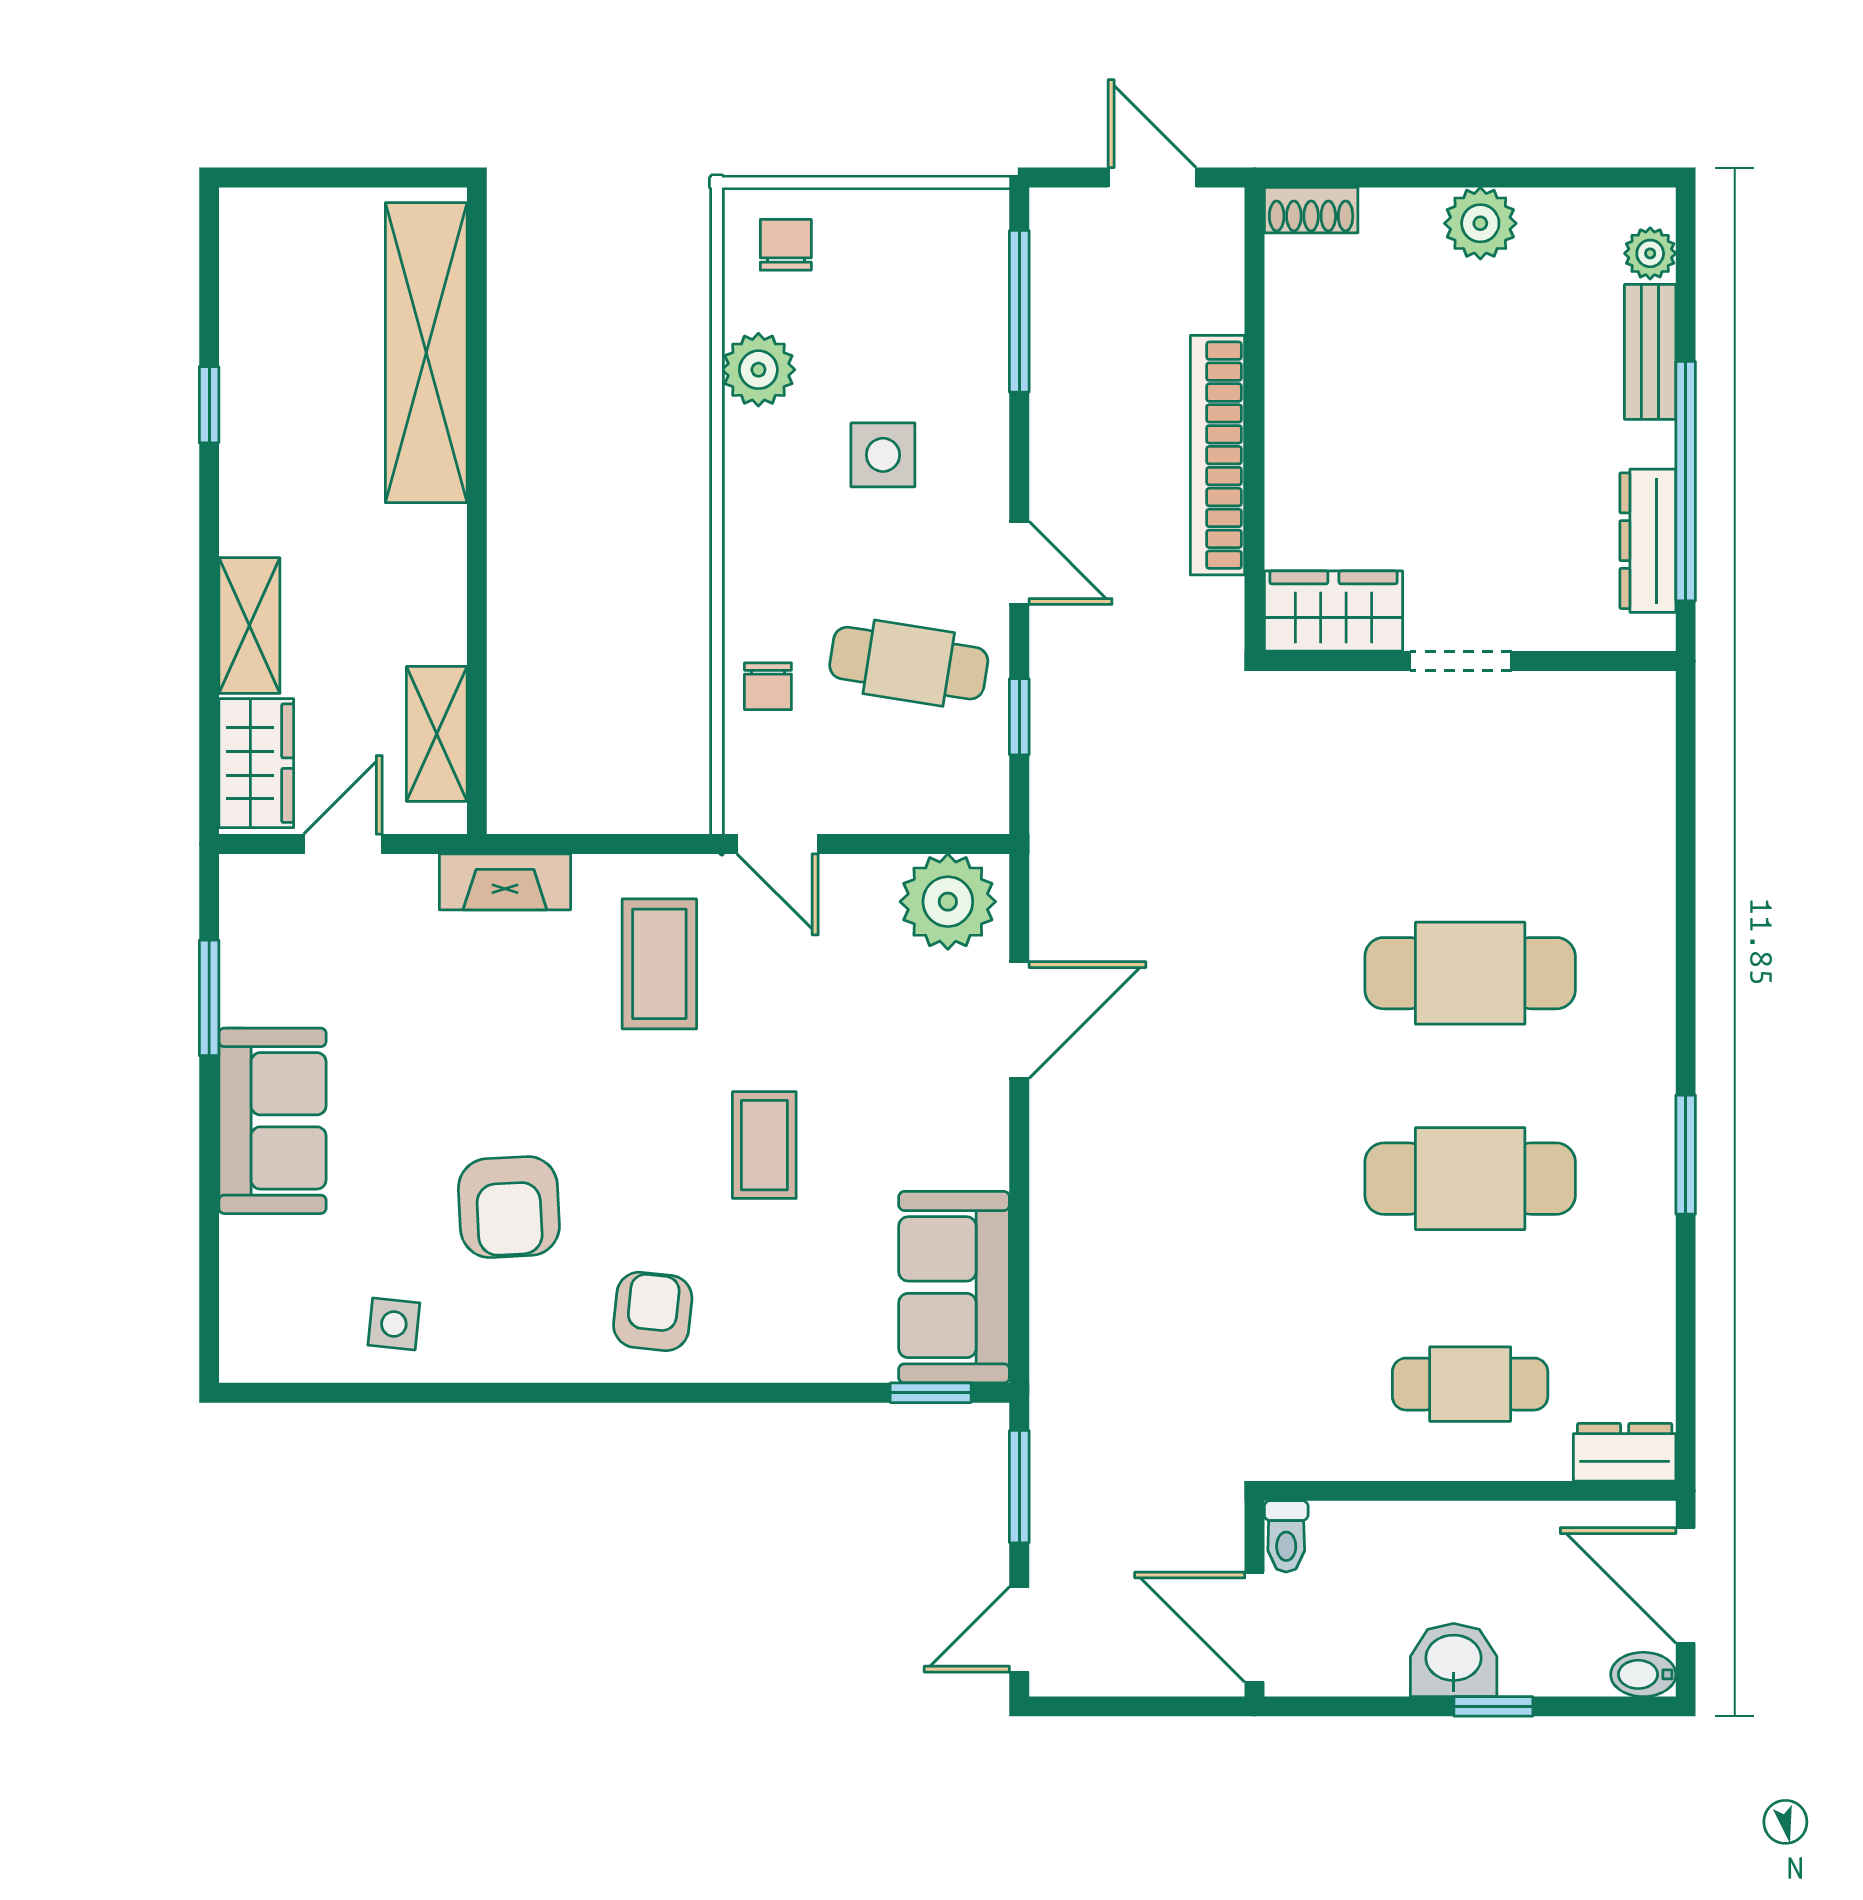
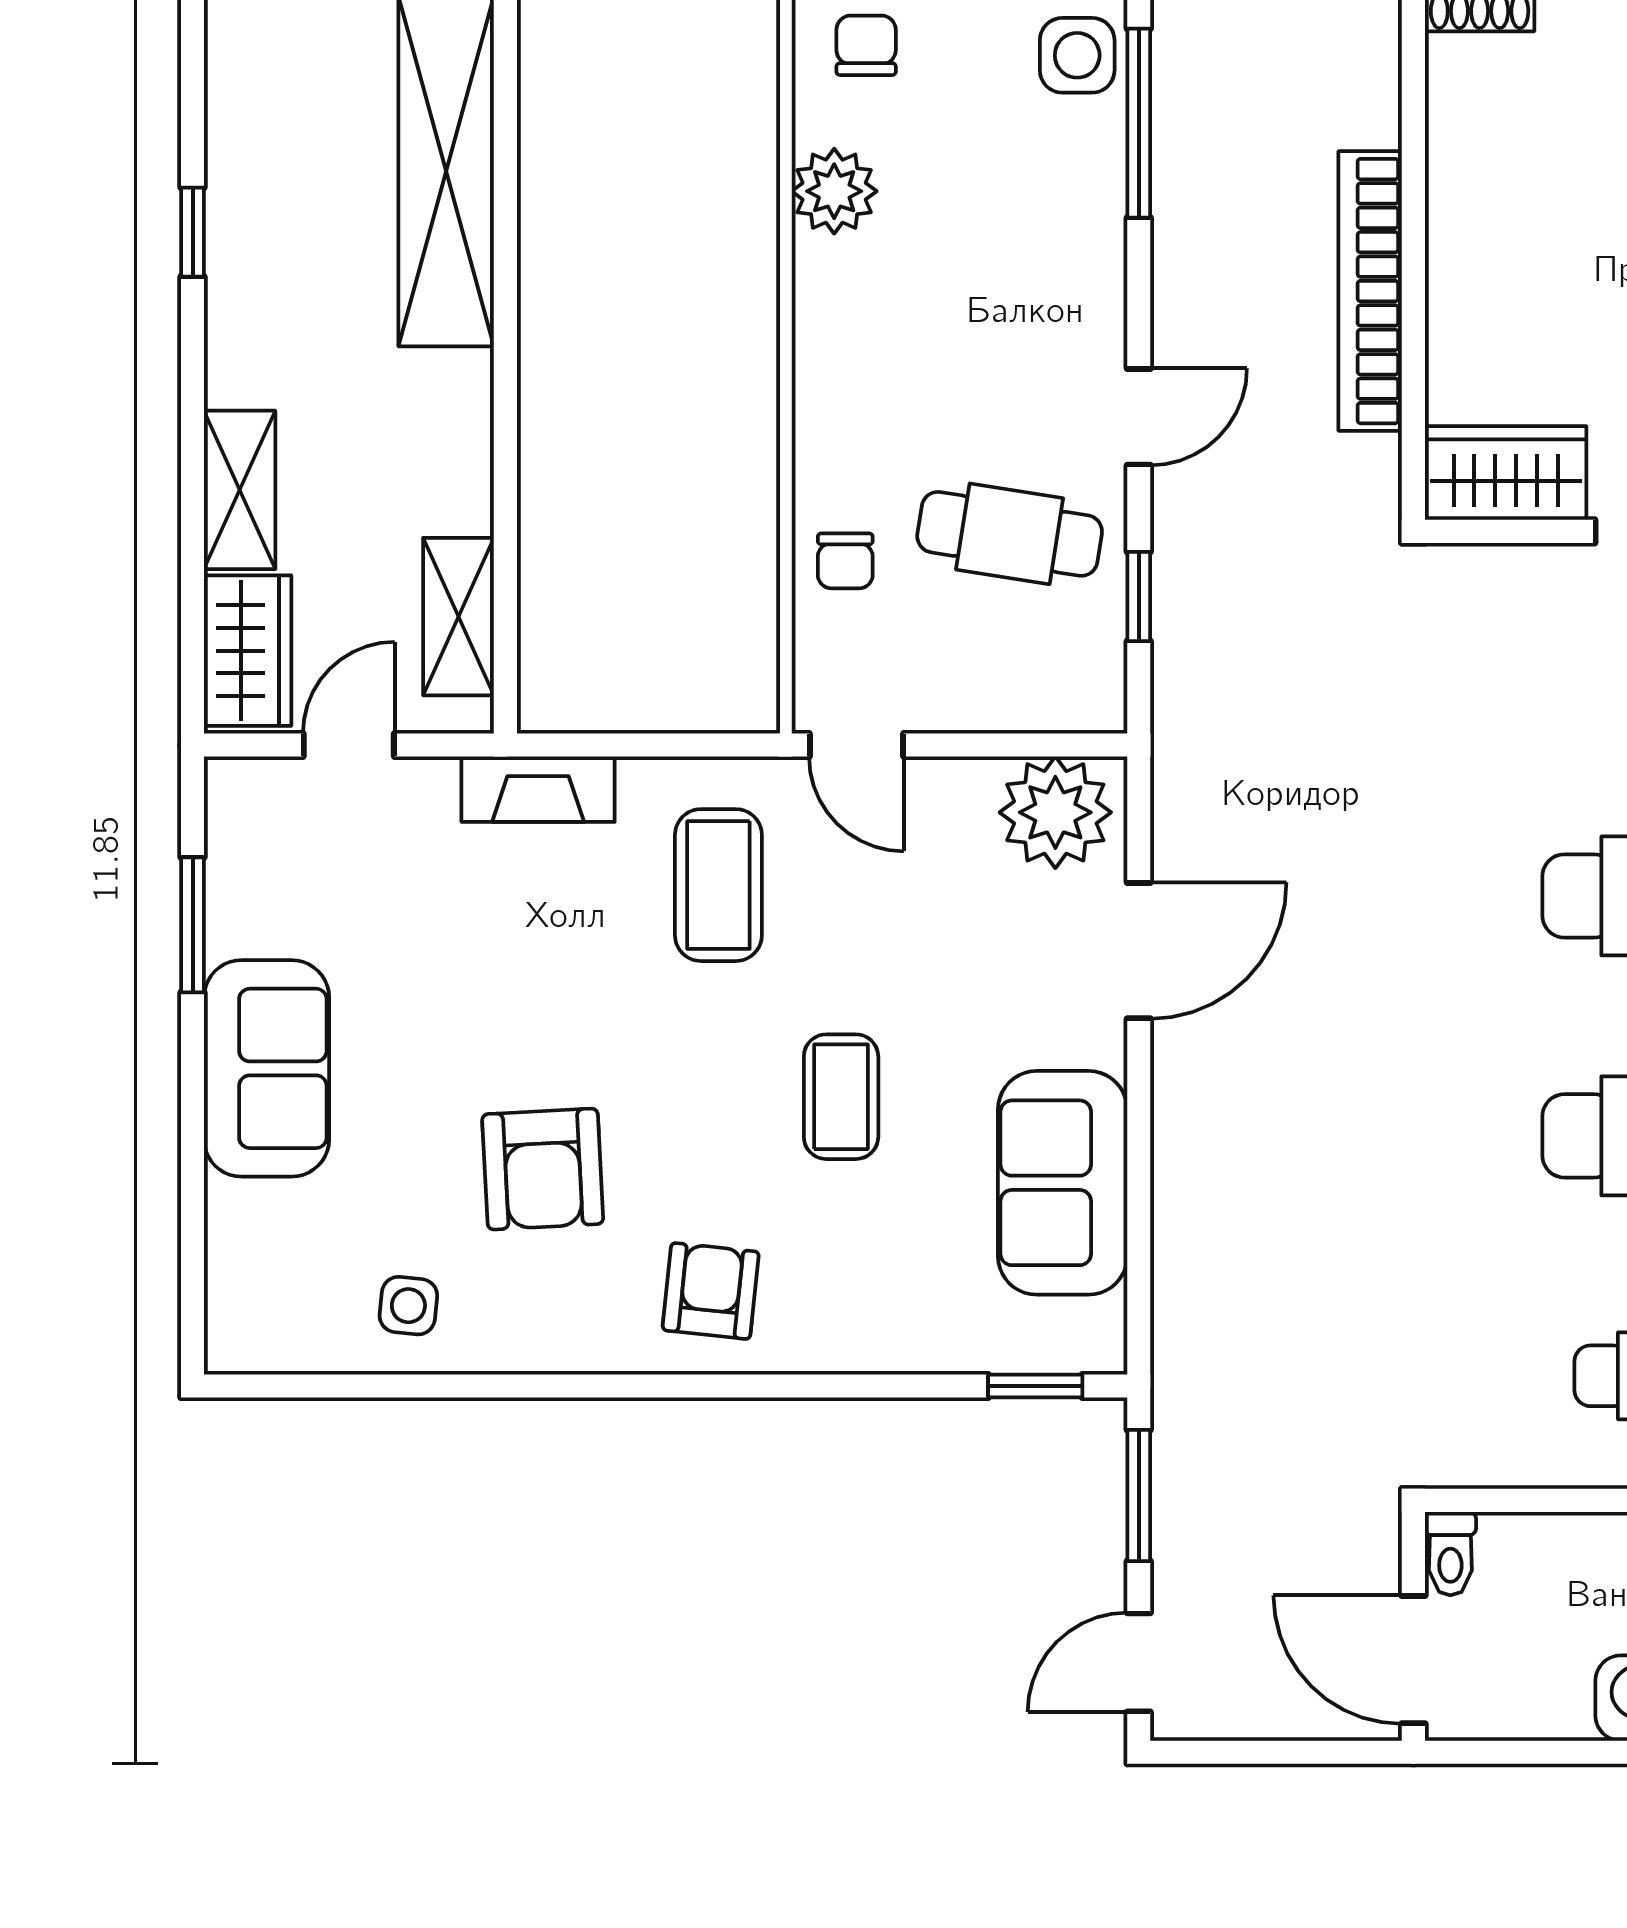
side table: (883, 455) -> (1077, 55), moved
door: (1019, 563) -> (1139, 417), hinge flipped
sofa: (954, 1287) -> (1063, 1183), moved

